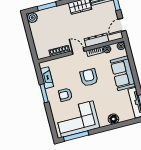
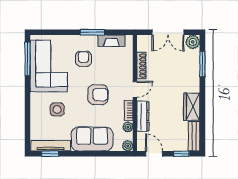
double door: (30, 38) -> (168, 32), added
side table: (108, 105) -> (57, 109), added
floor lamp: (113, 119) -> (37, 112), removed

